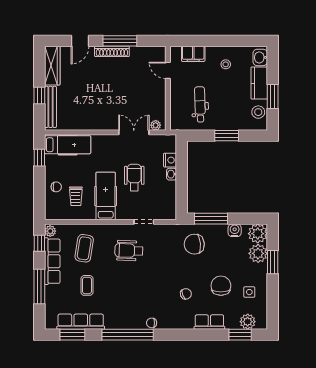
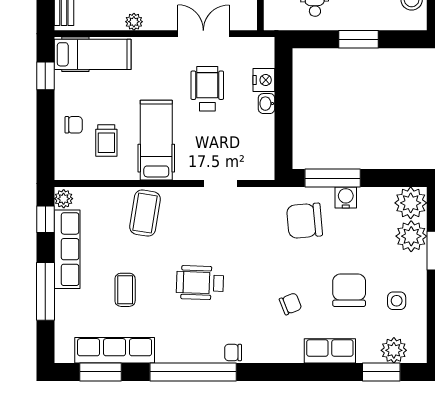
plant: (156, 125) -> (134, 22), moved
wheelchair: (134, 177) -> (207, 89), moved
water cooler: (235, 230) -> (346, 198), moved
coffee table: (84, 248) -> (145, 213), moved
wheelchair: (129, 251) -> (200, 283), moved

